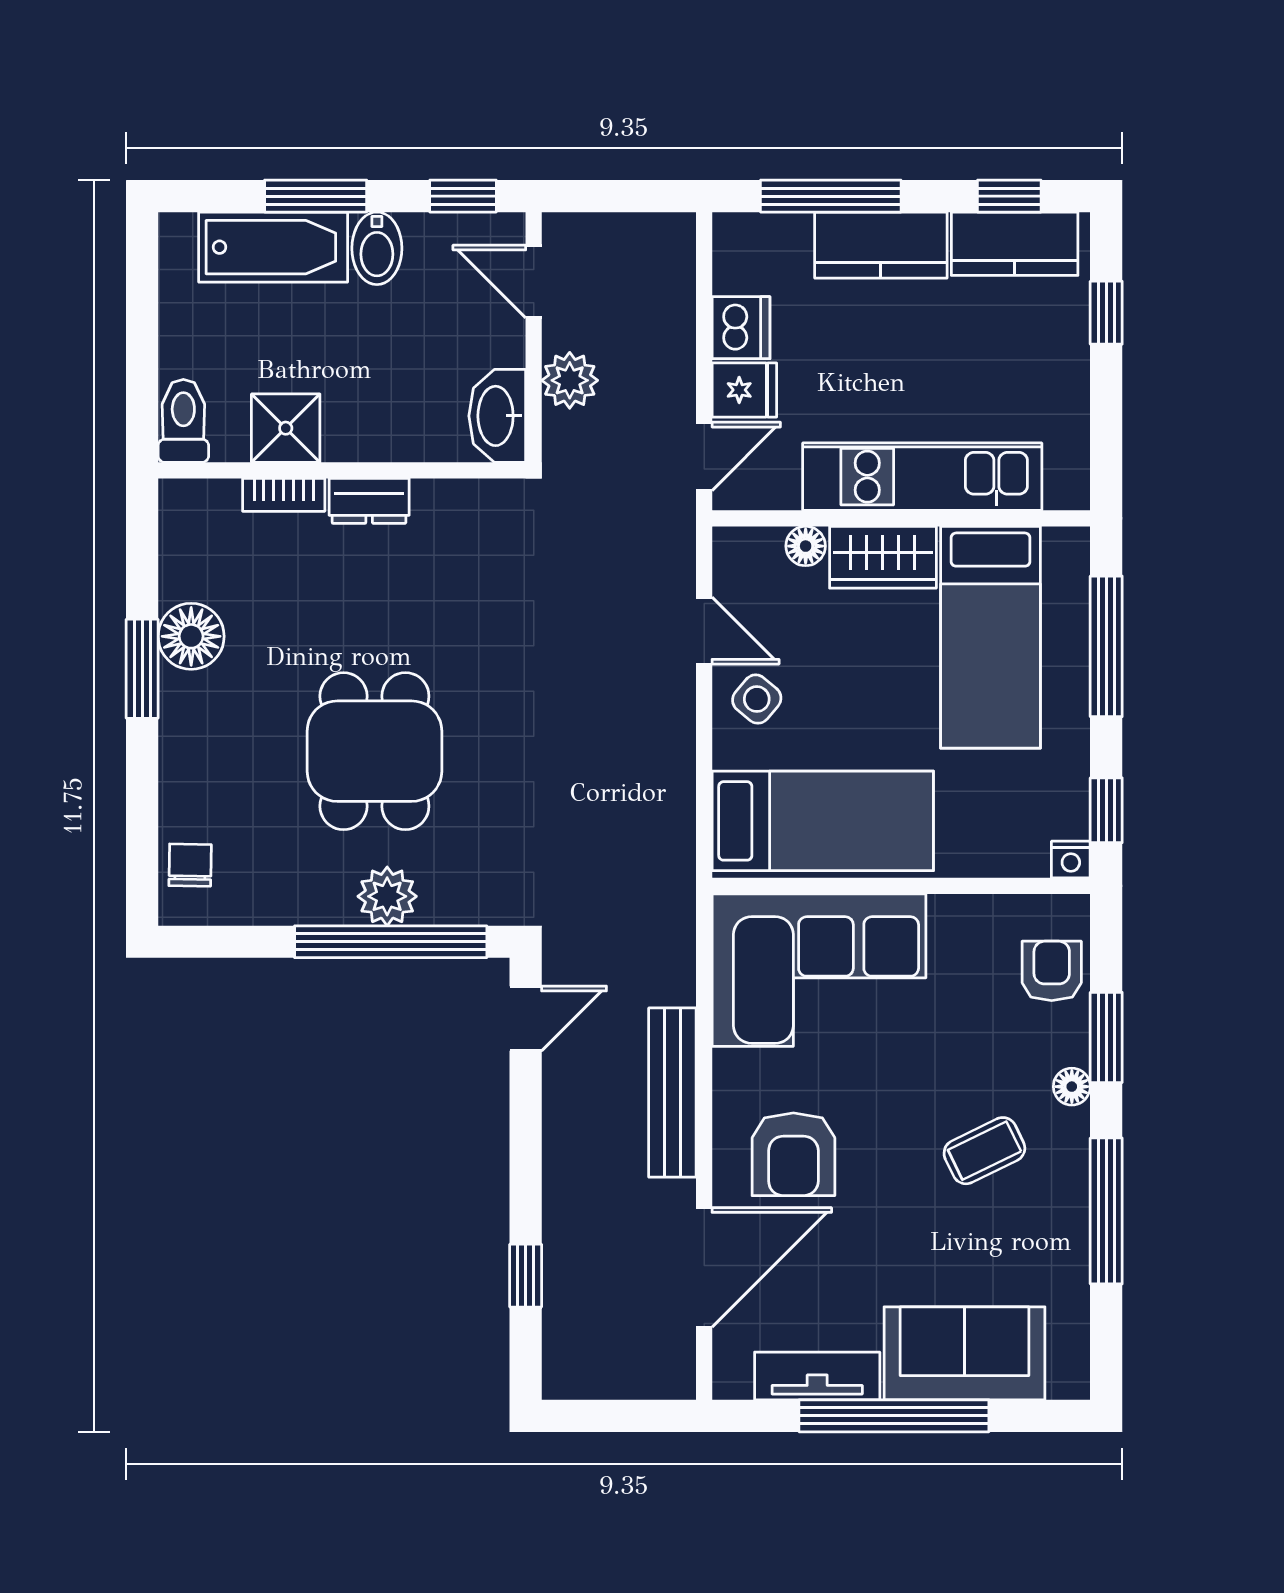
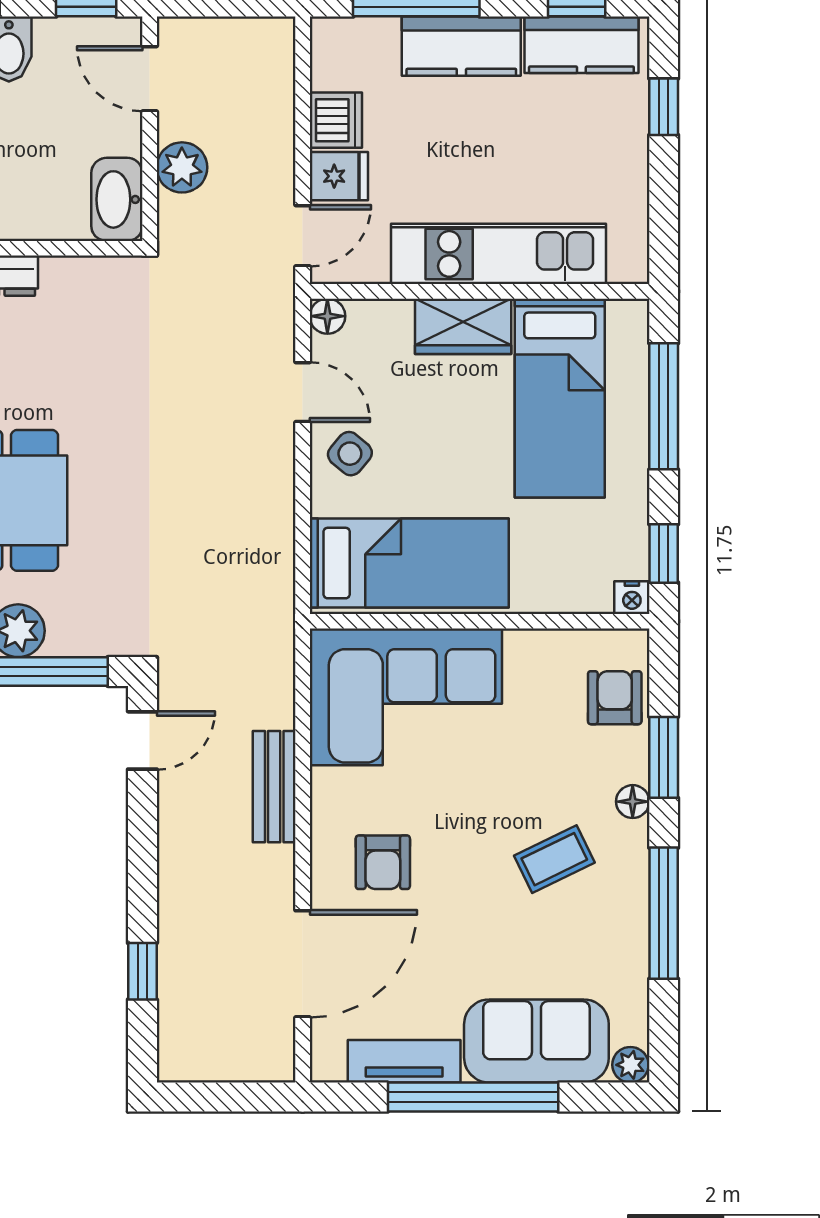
floor lamp: (806, 546) -> (327, 316), moved
bench: (672, 1093) -> (274, 787), width x0.73
armchair: (793, 1154) -> (383, 862), width x0.72, depth x0.72
plant: (1069, 1380) -> (630, 1065), added

